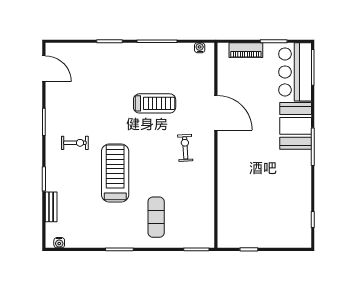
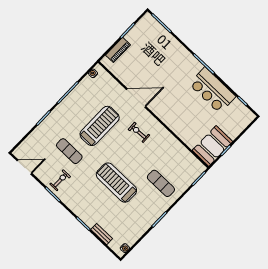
bar counter: (295, 72) -> (212, 90), moved
exercise mat: (102, 98) -> (69, 151), added
treadmill: (155, 103) -> (100, 126), width x1.37, depth x1.38
booth: (296, 126) -> (212, 146), moved, turned 90
exercise bike: (75, 143) -> (60, 180), moved

